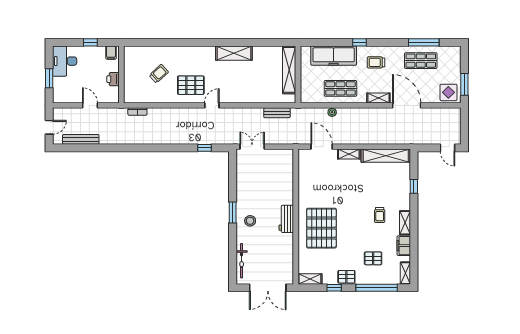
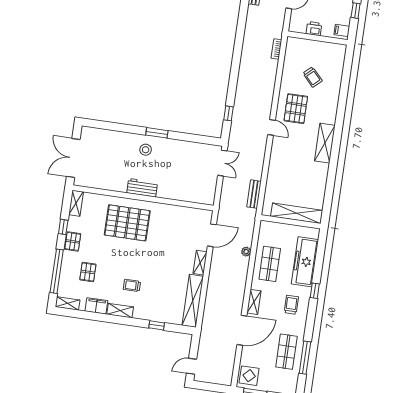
shelving: (234, 53) -> (325, 143), moved
bicycle: (242, 261) -> (105, 135), removed

